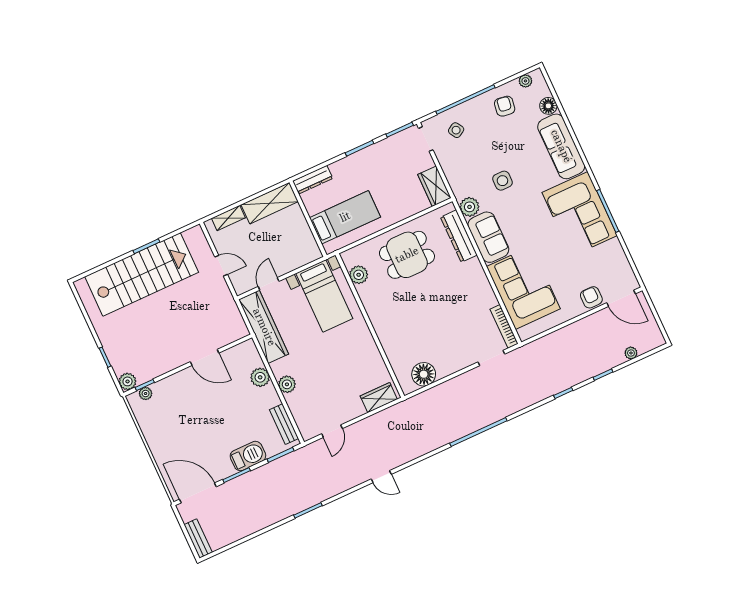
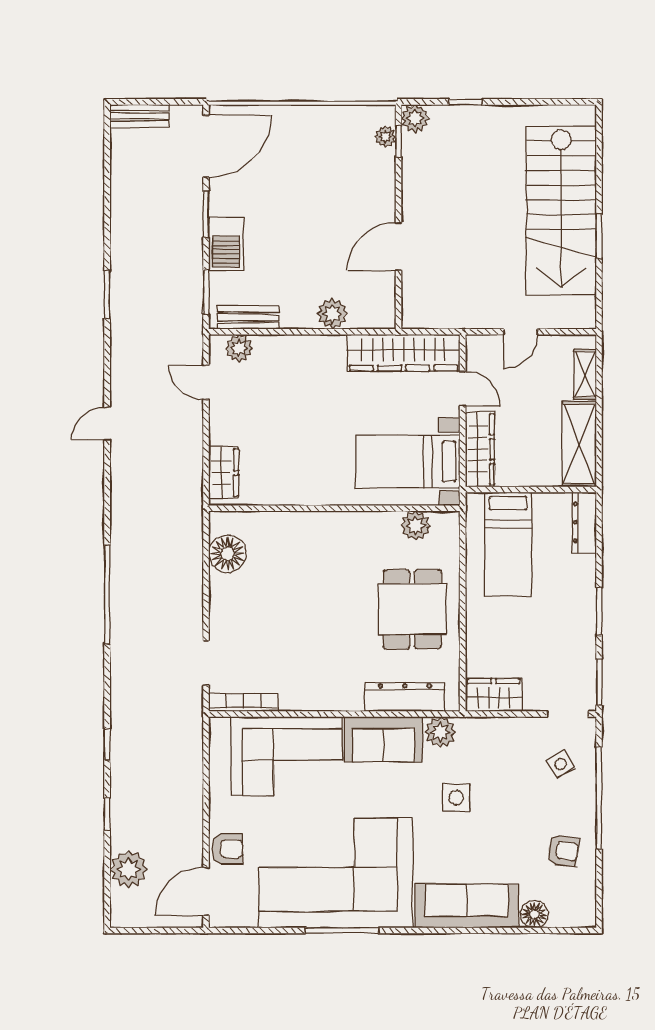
plant: (525, 81) -> (586, 898), removed
corner sofa: (580, 214) -> (336, 873), width x1.36, depth x1.36
wardrobe: (298, 258) -> (480, 449), added
plant: (631, 353) -> (129, 869), width x1.87, depth x1.87
plant: (287, 384) -> (239, 348), moved

